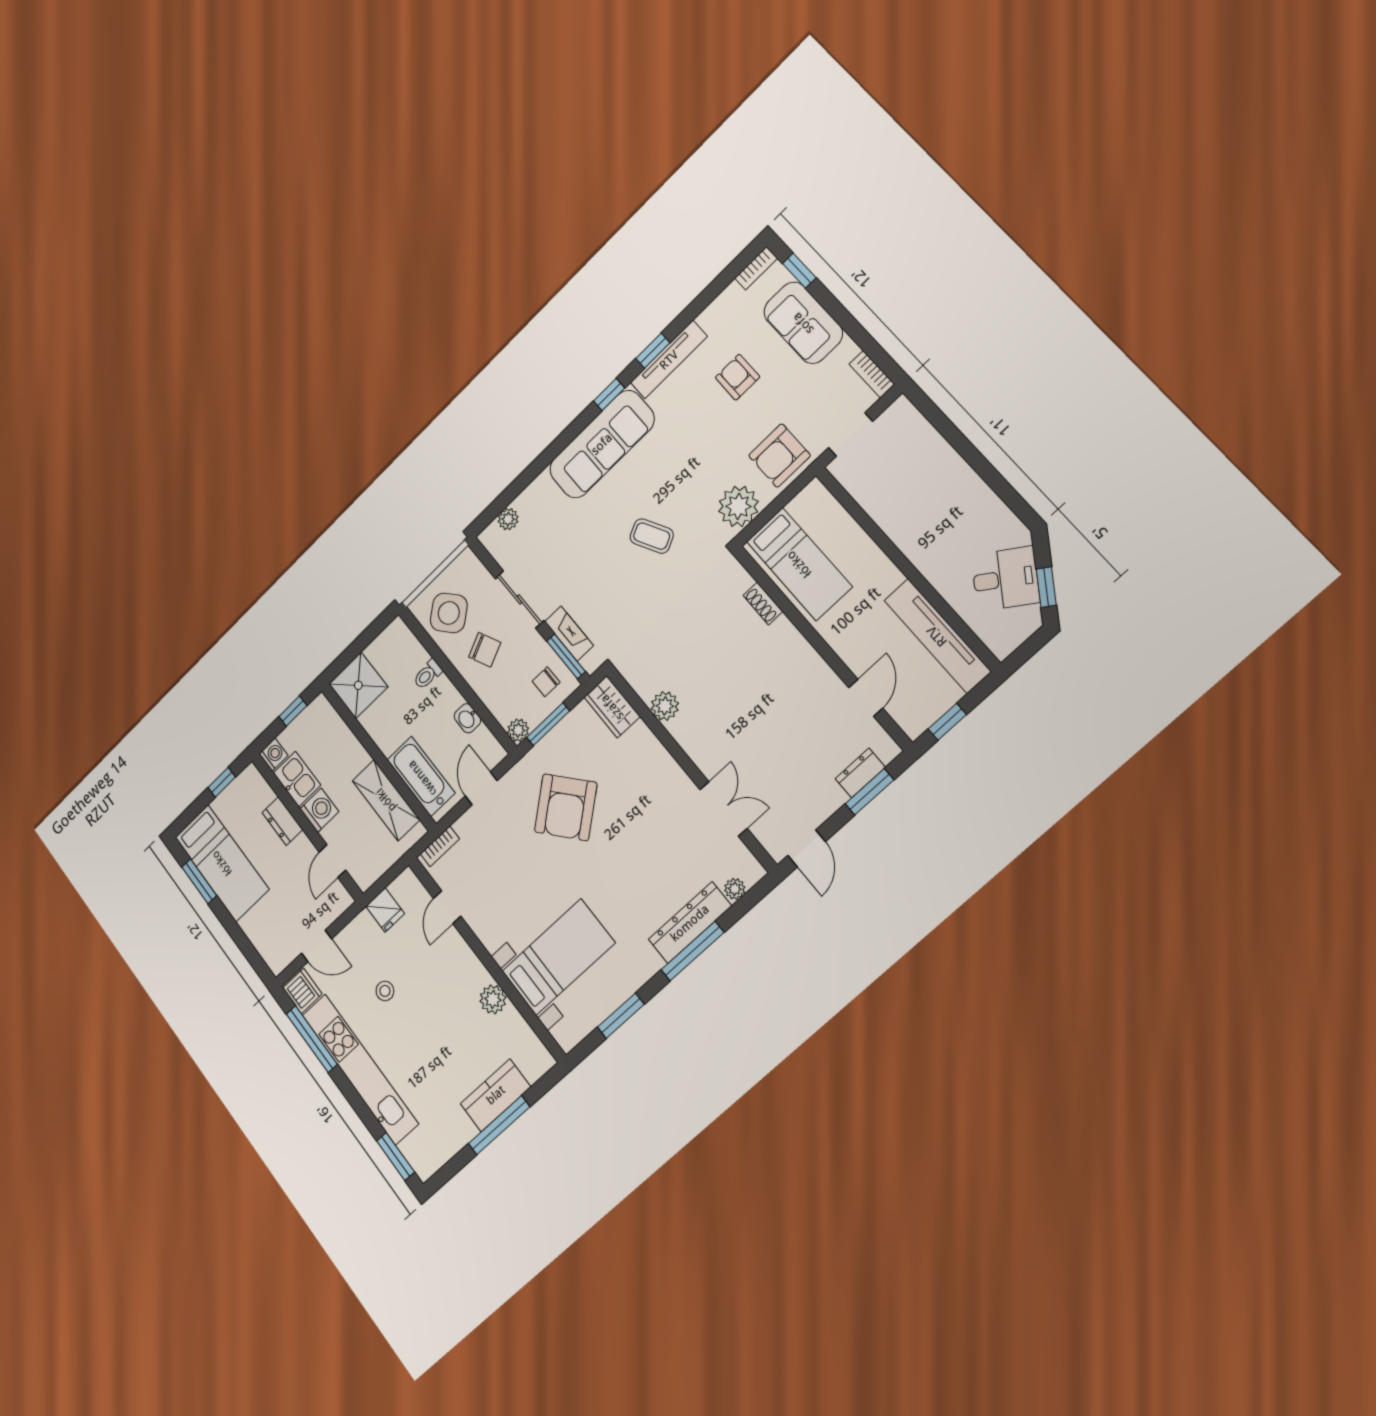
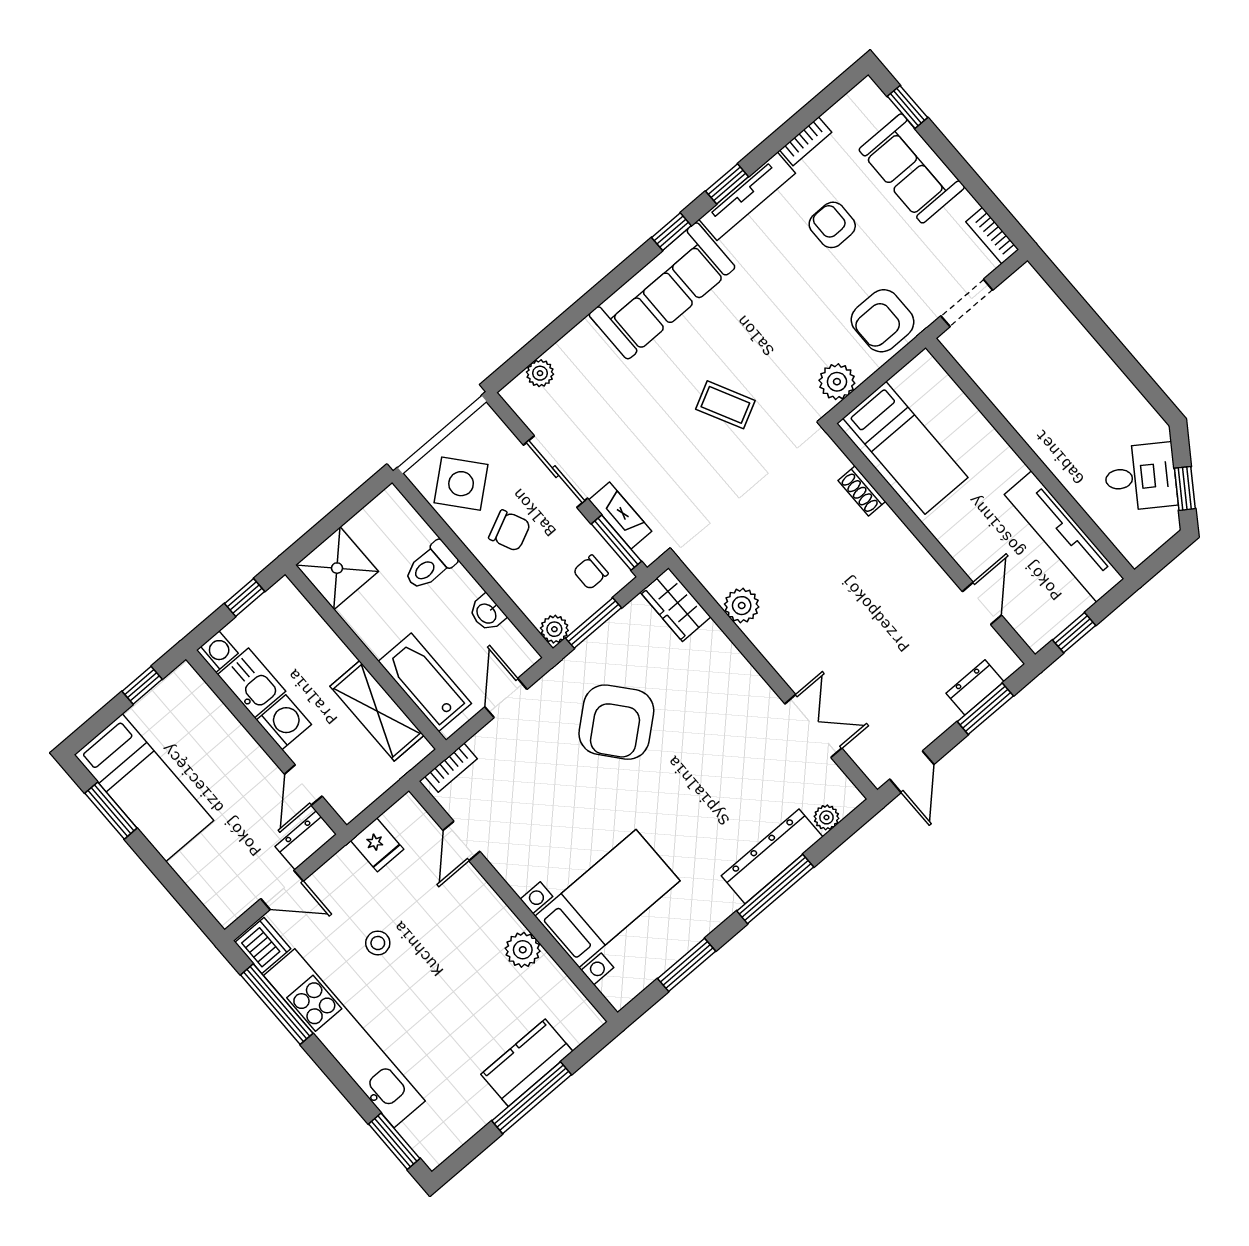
bookcase: (756, 268) -> (806, 141), moved
plant: (738, 506) -> (837, 382), width x0.73, depth x0.73
toilet: (428, 674) -> (430, 566), width x1.37, depth x1.39
dresser: (282, 821) -> (306, 840), moved, turned 90

